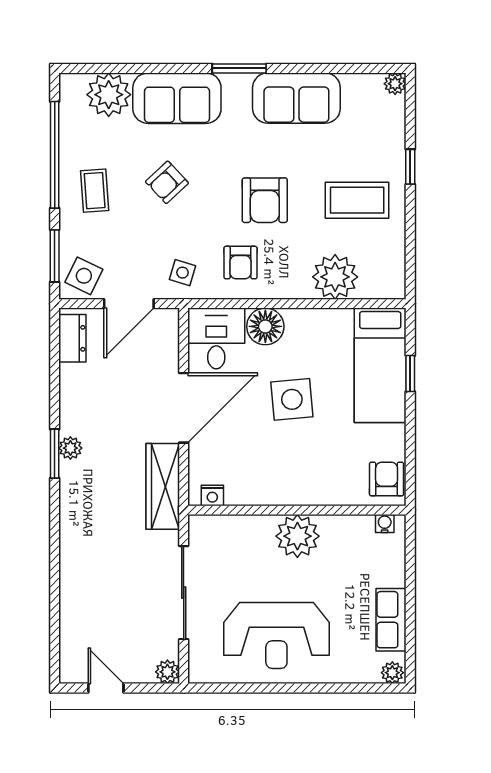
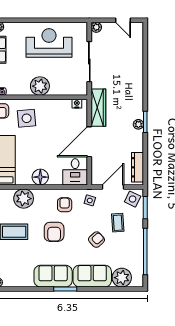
sofa: (296, 98) -> (53, 276), moved
coffee table: (95, 191) -> (118, 223), moved
armchair: (265, 200) -> (54, 232), turned 180
floor lamp: (265, 326) -> (40, 177), moved
dresser: (72, 338) -> (138, 167), width x1.44
side table: (292, 399) -> (27, 118), moved

